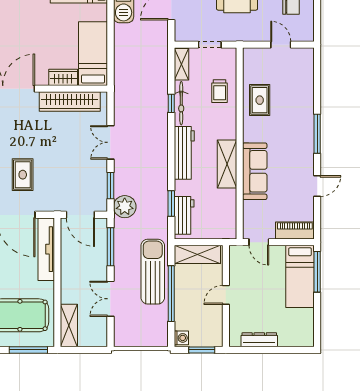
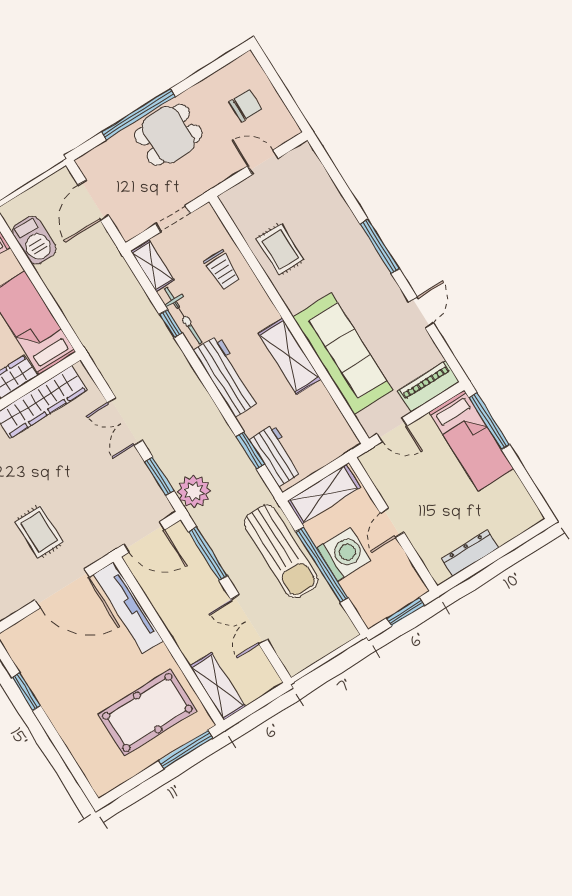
sofa: (255, 171) -> (343, 354), width x1.36, depth x1.27
sun lounger: (153, 272) -> (281, 551), turned 180
washing machine: (181, 338) -> (344, 554), moved, width x1.89, depth x1.89

